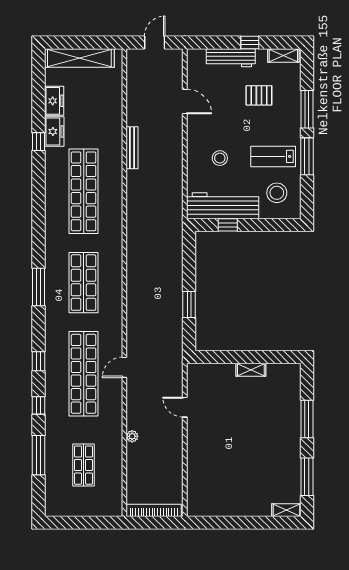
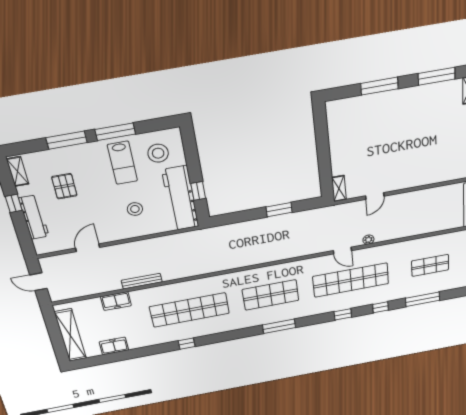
freezer: (54, 132) -> (116, 301), moved, turned 180
window: (38, 142) -> (187, 344), moved
shelving: (251, 370) -> (339, 189), moved
plant: (132, 436) -> (368, 240), moved

